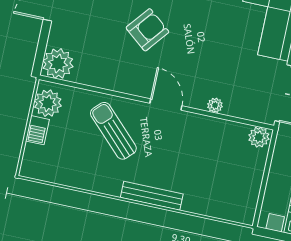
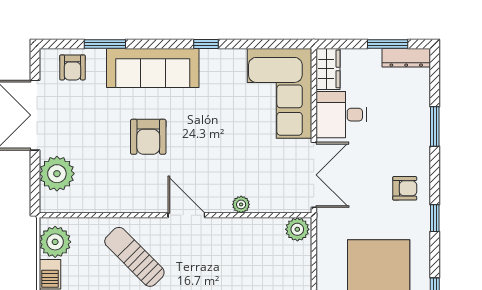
armchair: (147, 30) -> (148, 137), turned 141
plant: (58, 64) -> (57, 174), moved

